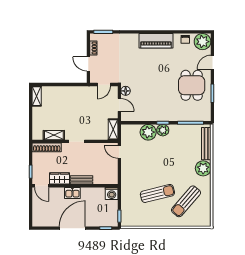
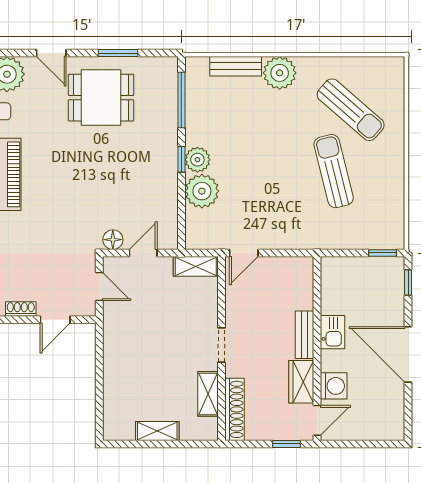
shelving: (37, 96) -> (157, 431), moved
bench: (206, 144) -> (236, 66), width x0.73
kitchen sink: (72, 193) -> (332, 332), moved
washing machine: (112, 193) -> (334, 386), moved

